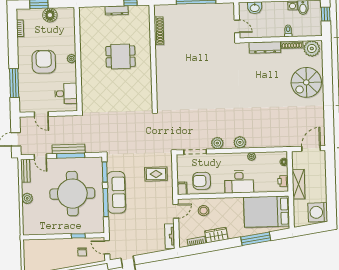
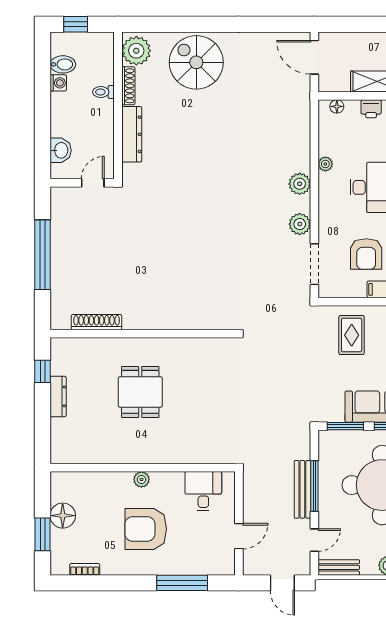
spiral stairs: (306, 82) -> (196, 62), turned 180

